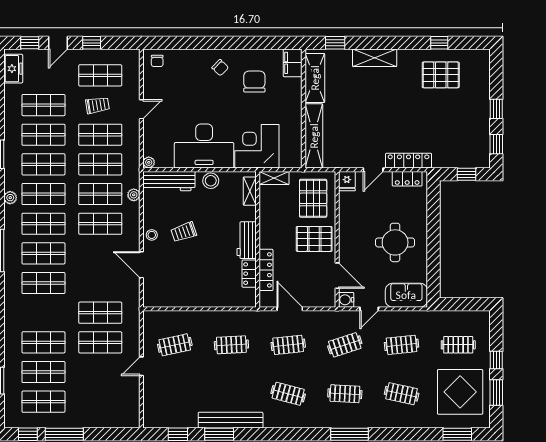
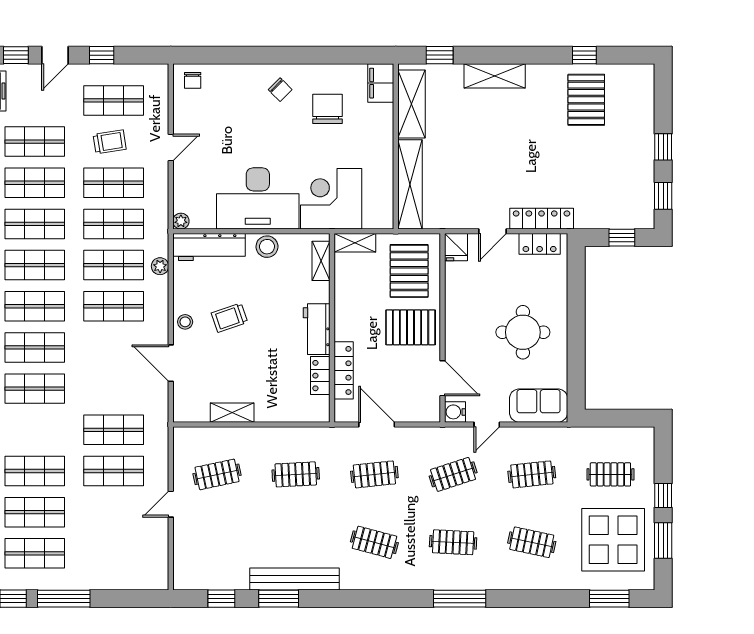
pallet: (441, 75) -> (586, 100), turned 90
shelving: (186, 300) -> (232, 413), added

